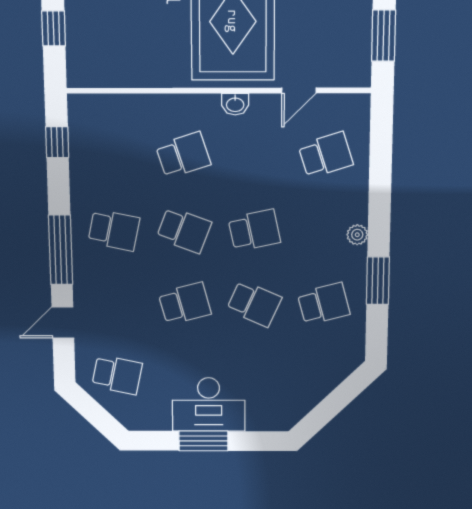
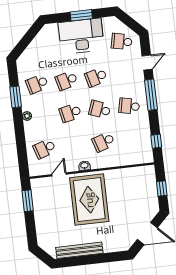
school desk: (254, 304) -> (67, 81), turned -39
desk: (209, 405) -> (81, 36), width x1.36, depth x1.30

